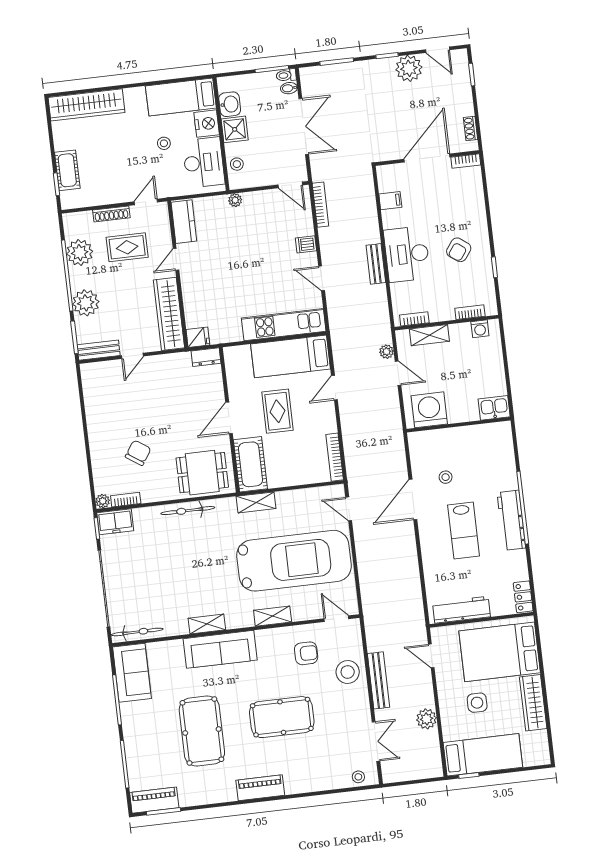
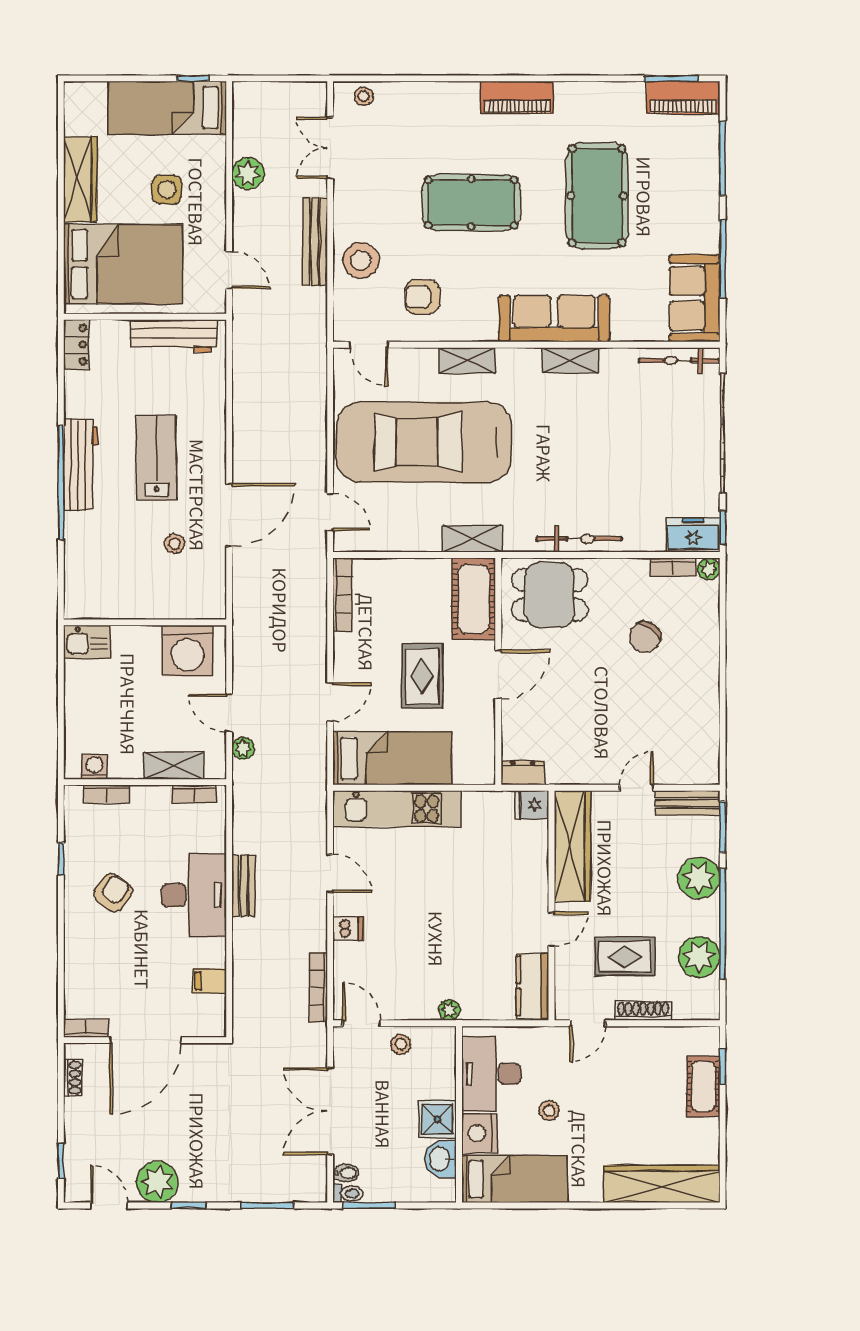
stool: (237, 164) -> (401, 1044), moved

